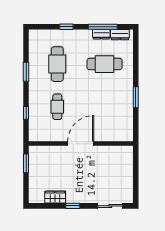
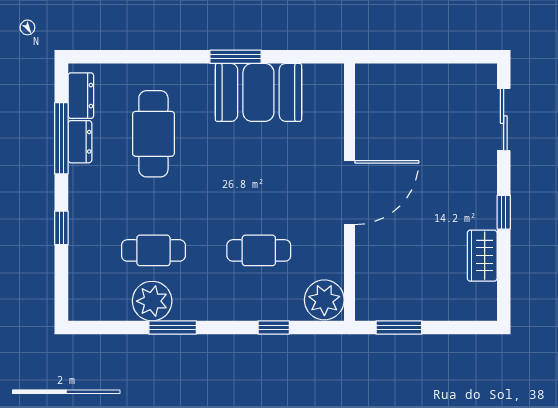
plant: (37, 64) -> (152, 301), added
cafe table: (57, 64) -> (153, 250), width x0.73, depth x0.74
booth: (121, 107) -> (258, 92), added
plant: (37, 133) -> (324, 300), added
door: (81, 144) -> (350, 193), swing flipped

